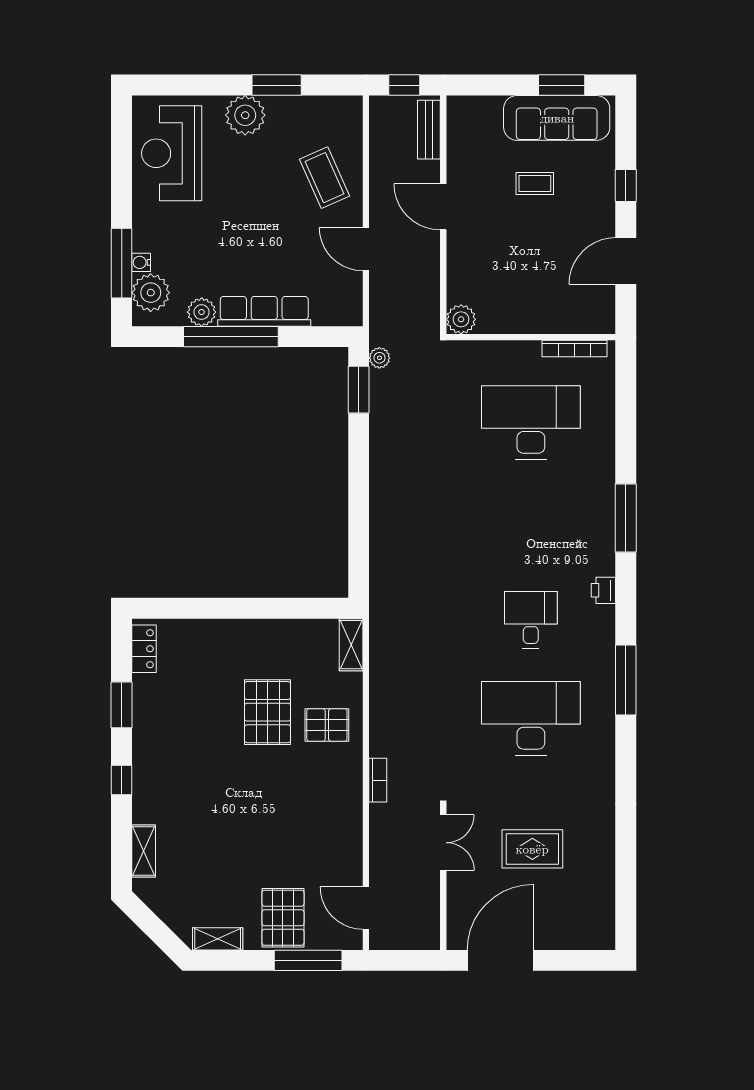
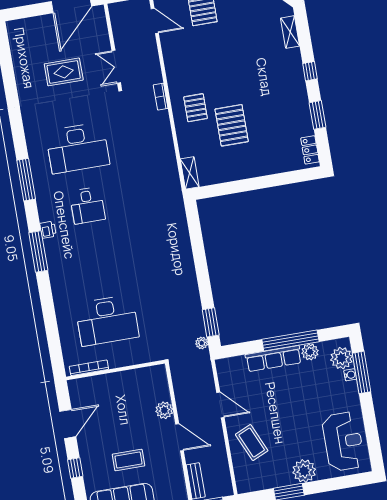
coffee table: (535, 184) -> (129, 460), width x1.36, depth x1.30
plant: (461, 319) -> (164, 410), moved
window: (626, 518) -> (38, 251), moved
pallet: (327, 725) -> (196, 108), moved, turned 90

